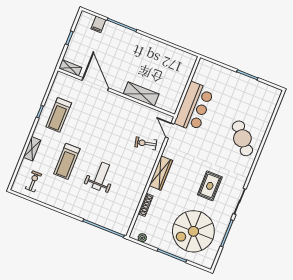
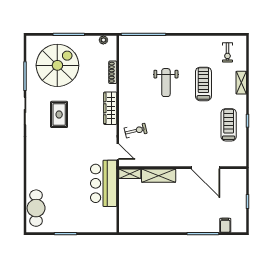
shelving: (70, 68) -> (130, 174), moved
cafe table: (242, 138) -> (36, 208), moved, turned 40

